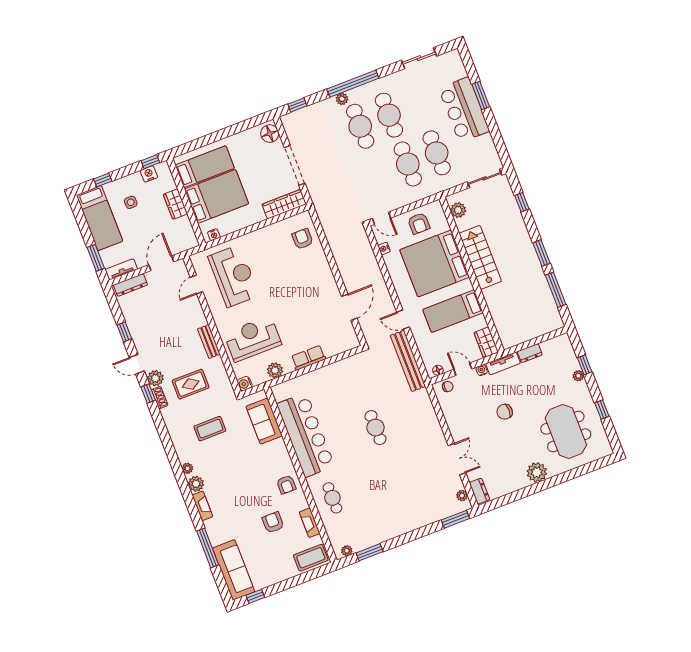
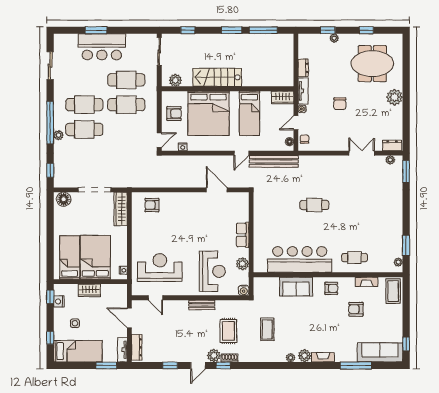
reception desk: (253, 339) -> (212, 271), turned 180
sofa: (264, 421) -> (296, 287), moved

